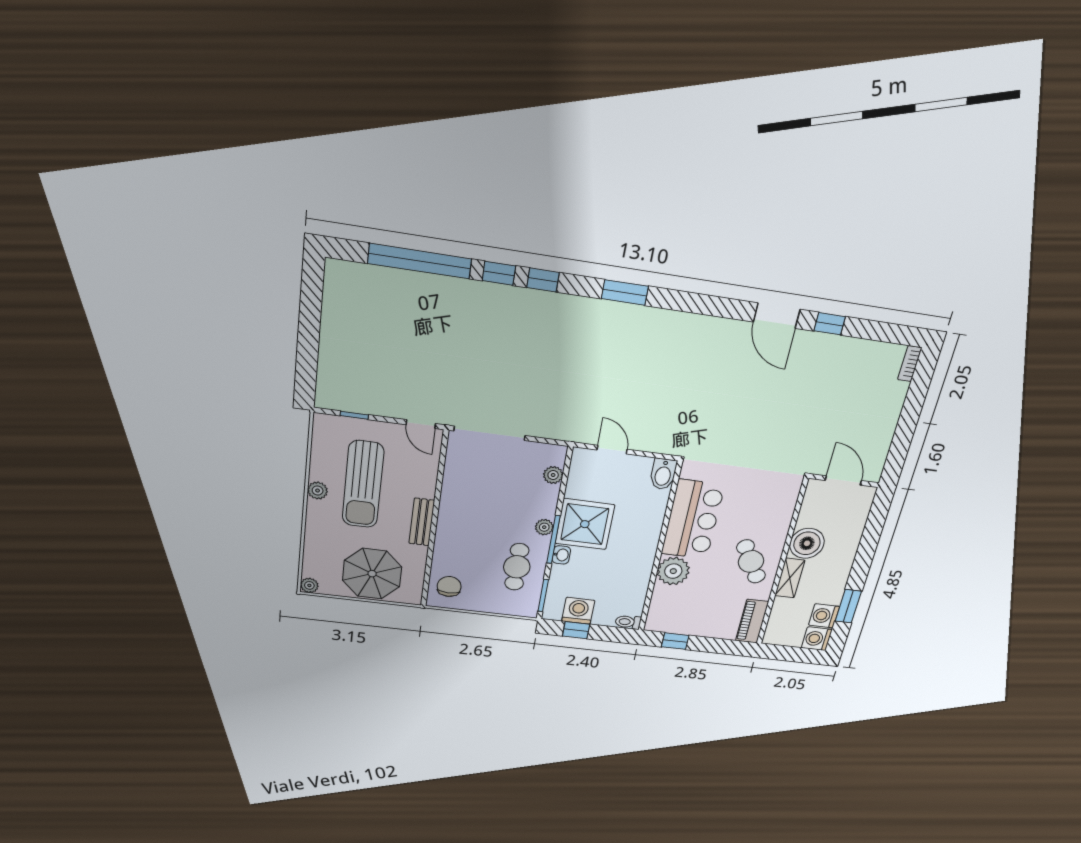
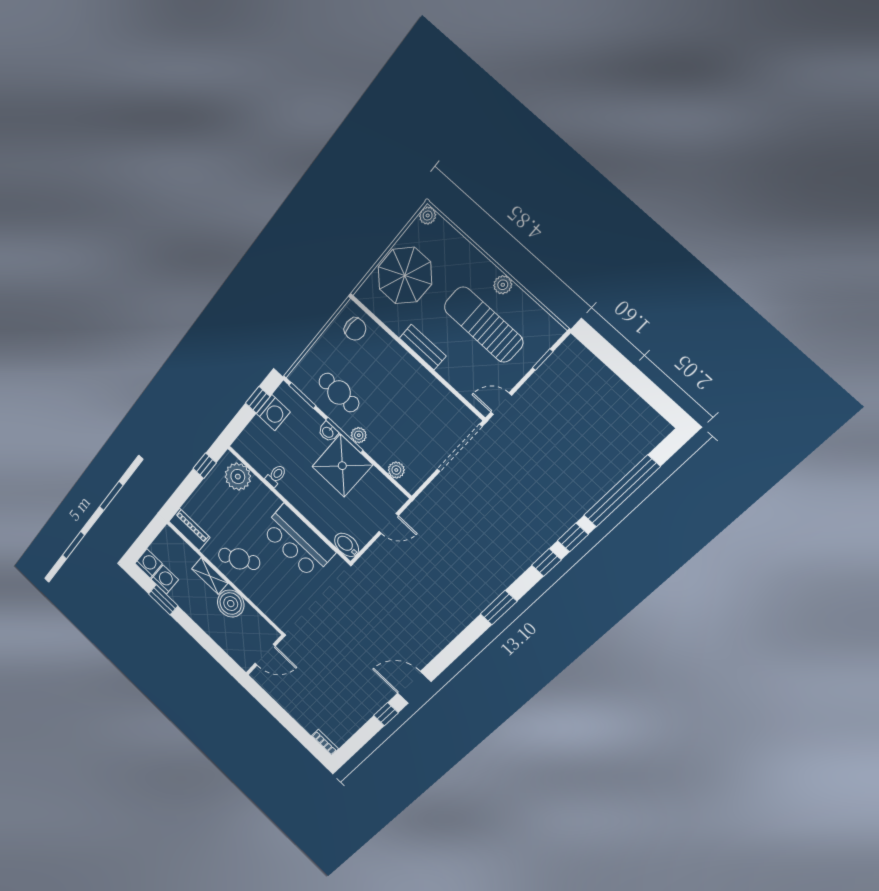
plant: (673, 571) -> (238, 477), moved
toilet: (628, 622) -> (276, 476), moved

